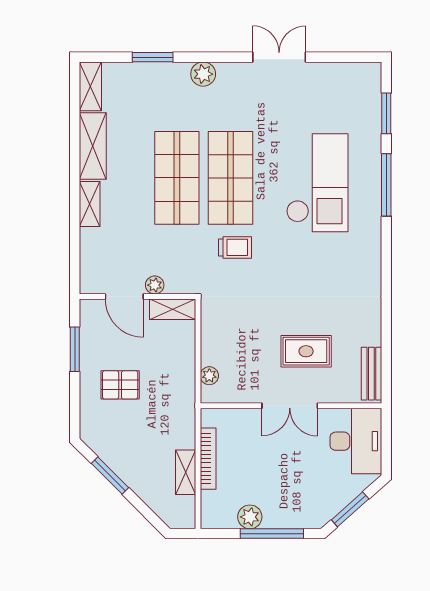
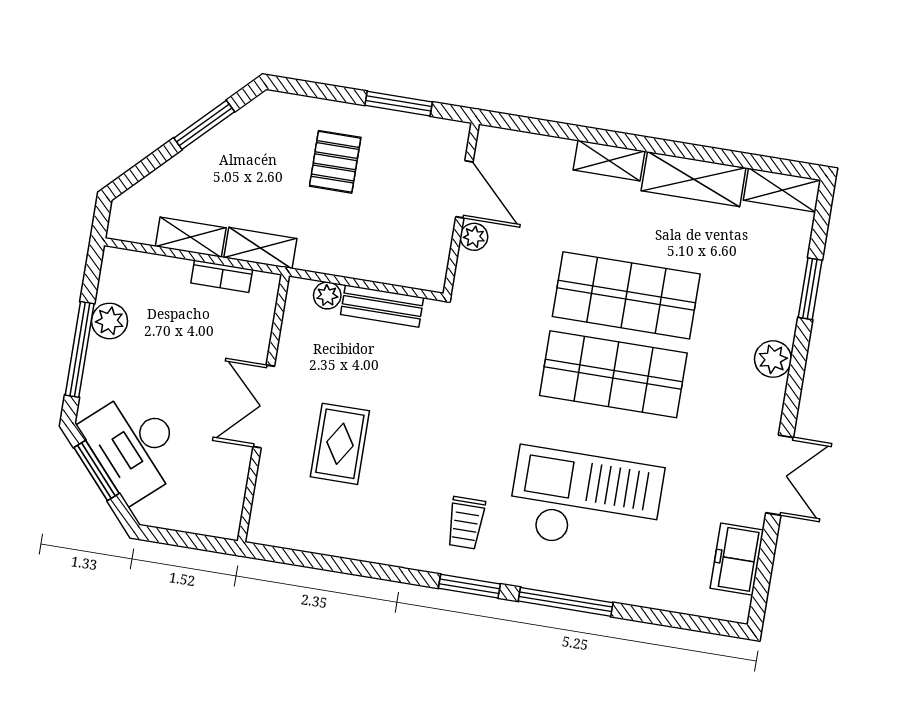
freezer: (339, 76) -> (737, 559), added
window: (386, 113) -> (469, 586), moved
checkout: (317, 183) -> (585, 501), turned 180
trolley: (235, 247) -> (466, 523), moved
door: (124, 296) -> (464, 189), swing flipped
shelving: (173, 309) -> (260, 248), moved, turned 90
bench: (371, 374) -> (382, 306), moved
desk: (356, 441) -> (134, 446), moved, turned 48
bookcase: (208, 459) -> (222, 276), width x0.64

